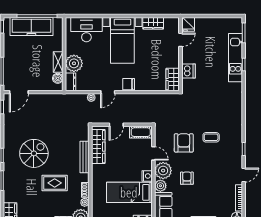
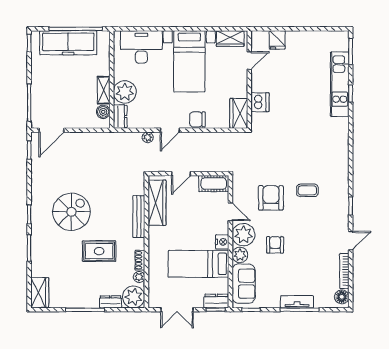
door: (180, 40) -> (249, 61), moved
wall: (180, 54) -> (249, 80), moved
dishwasher: (189, 71) -> (260, 102), moved
wardrobe: (173, 79) -> (239, 113), moved

